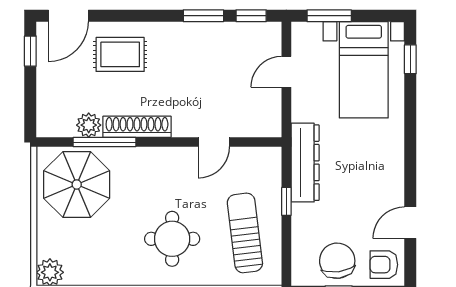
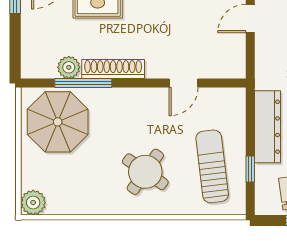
dresser: (305, 163) -> (267, 127), moved
window: (286, 201) -> (250, 169), moved
round table: (172, 239) -> (145, 172), turned 35

